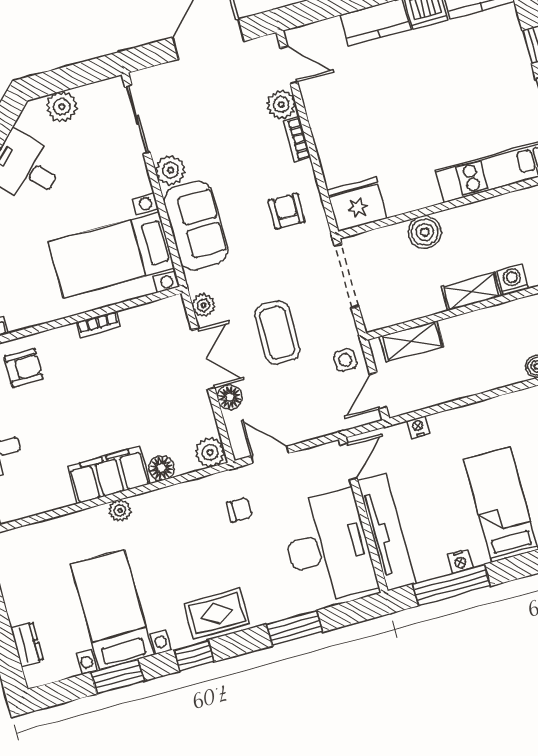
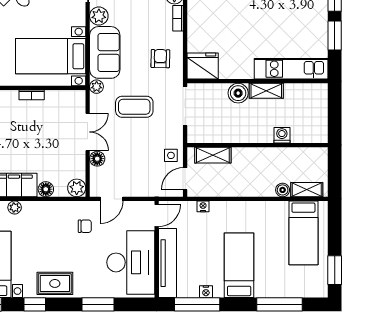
shelving: (471, 292) -> (266, 91), moved
plant: (203, 305) -> (97, 87), moved
coffee table: (277, 333) -> (134, 107), moved, turned 90
door: (270, 455) -> (111, 199), swing flipped

